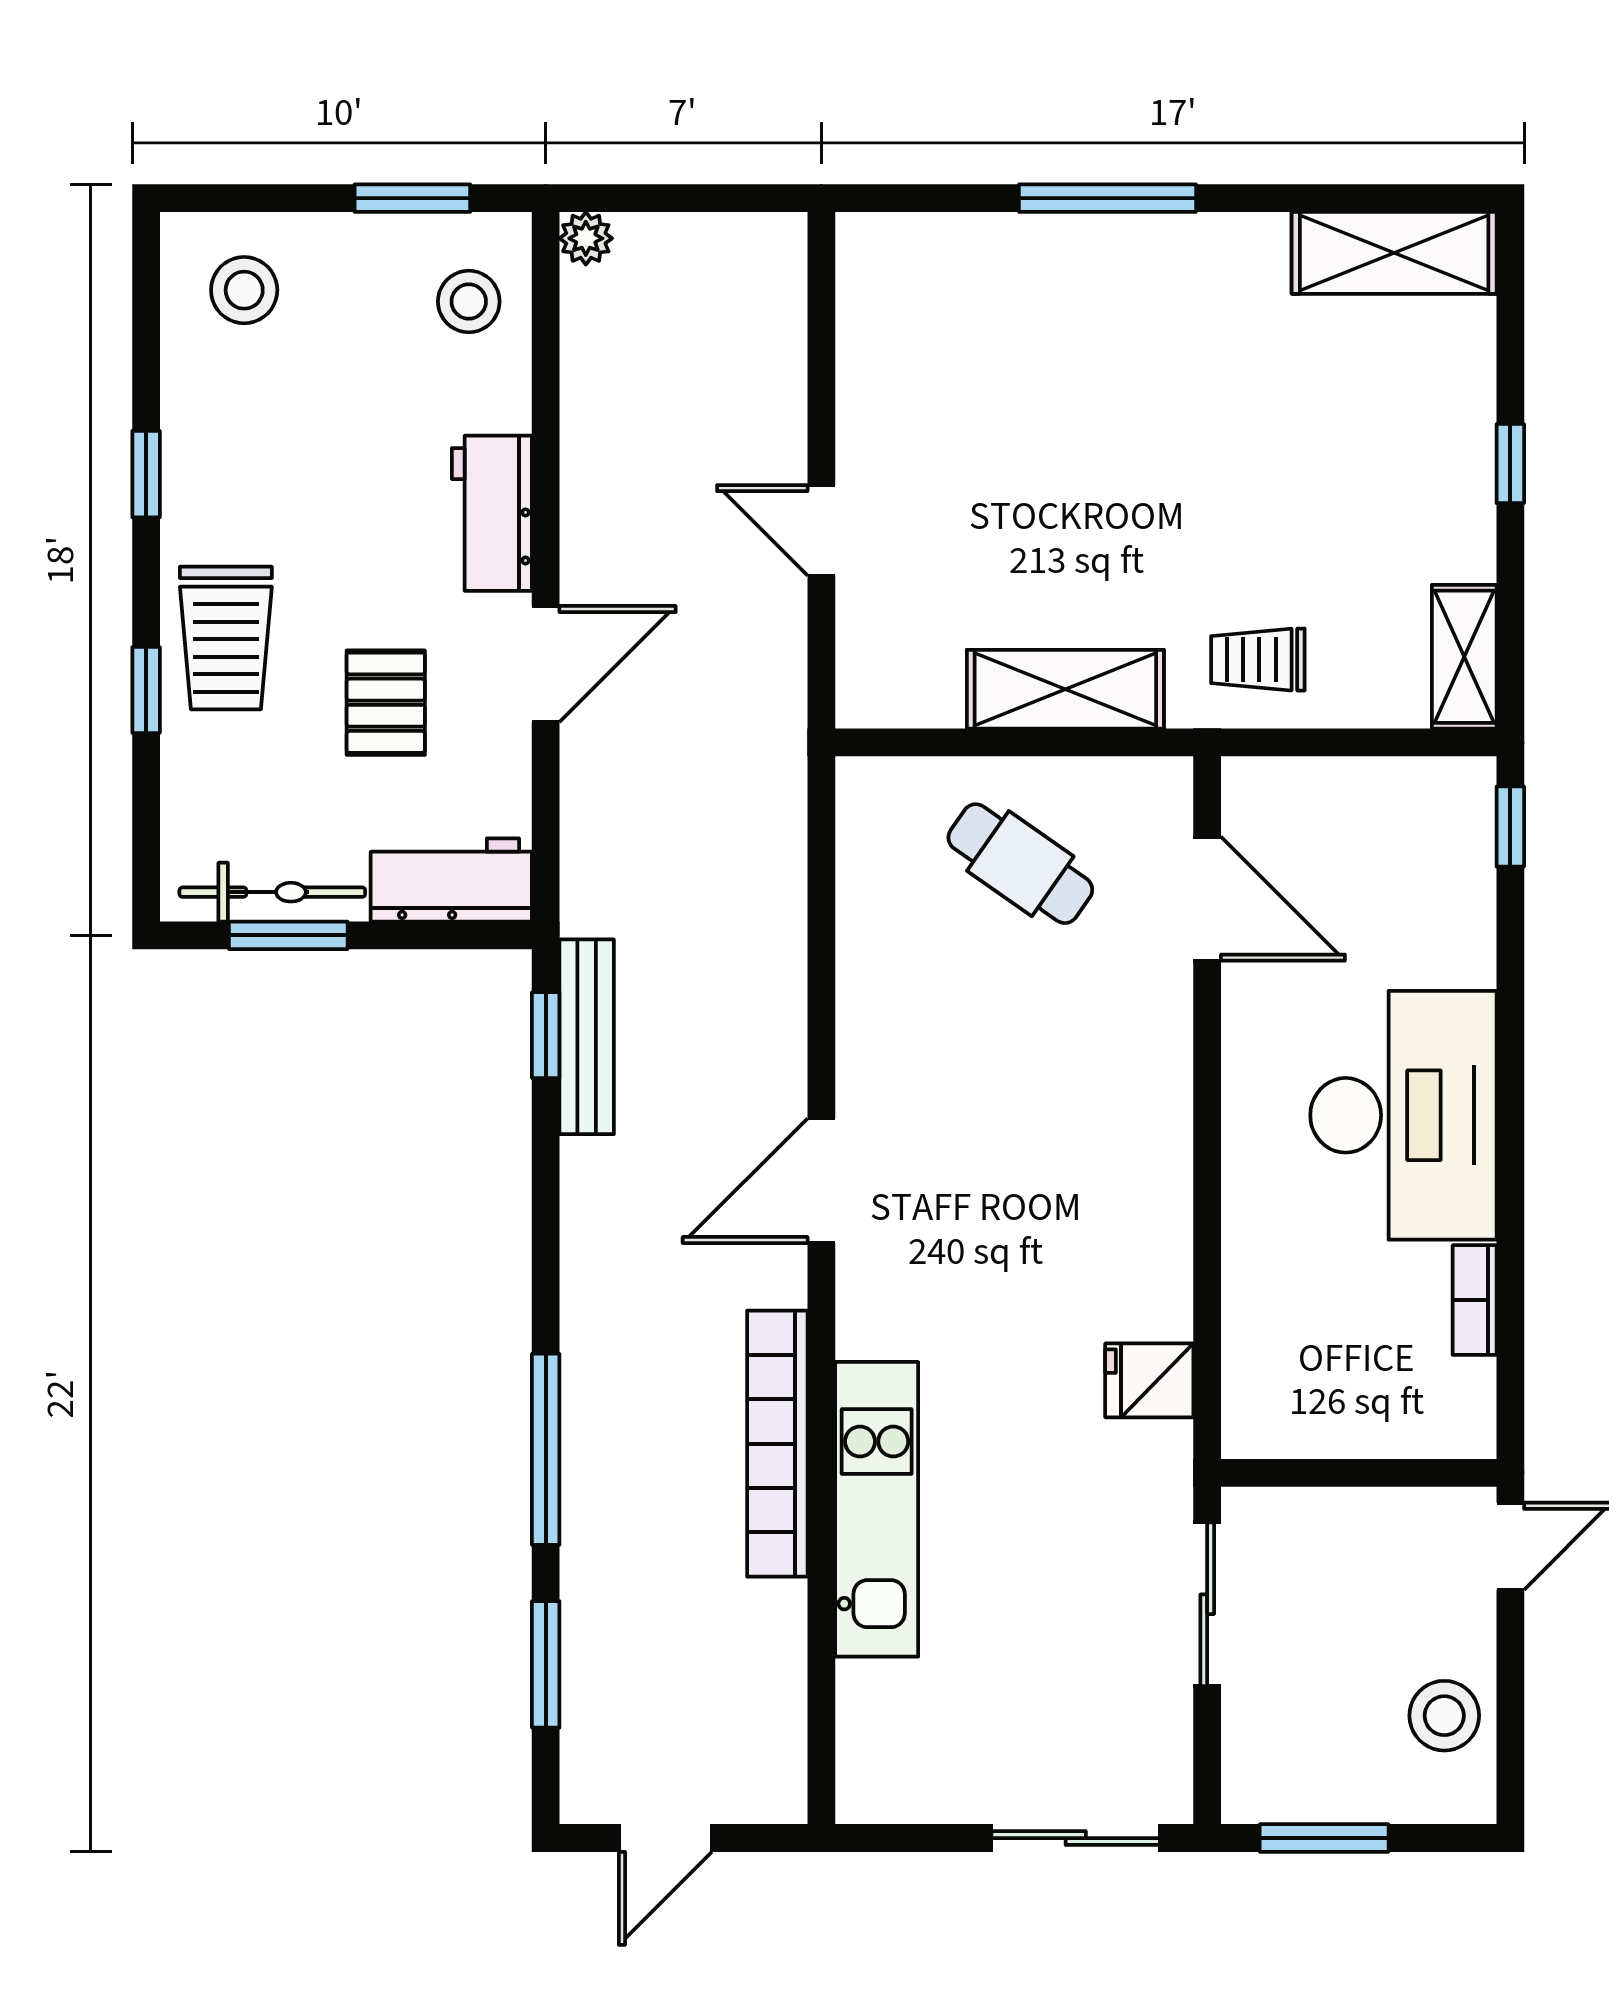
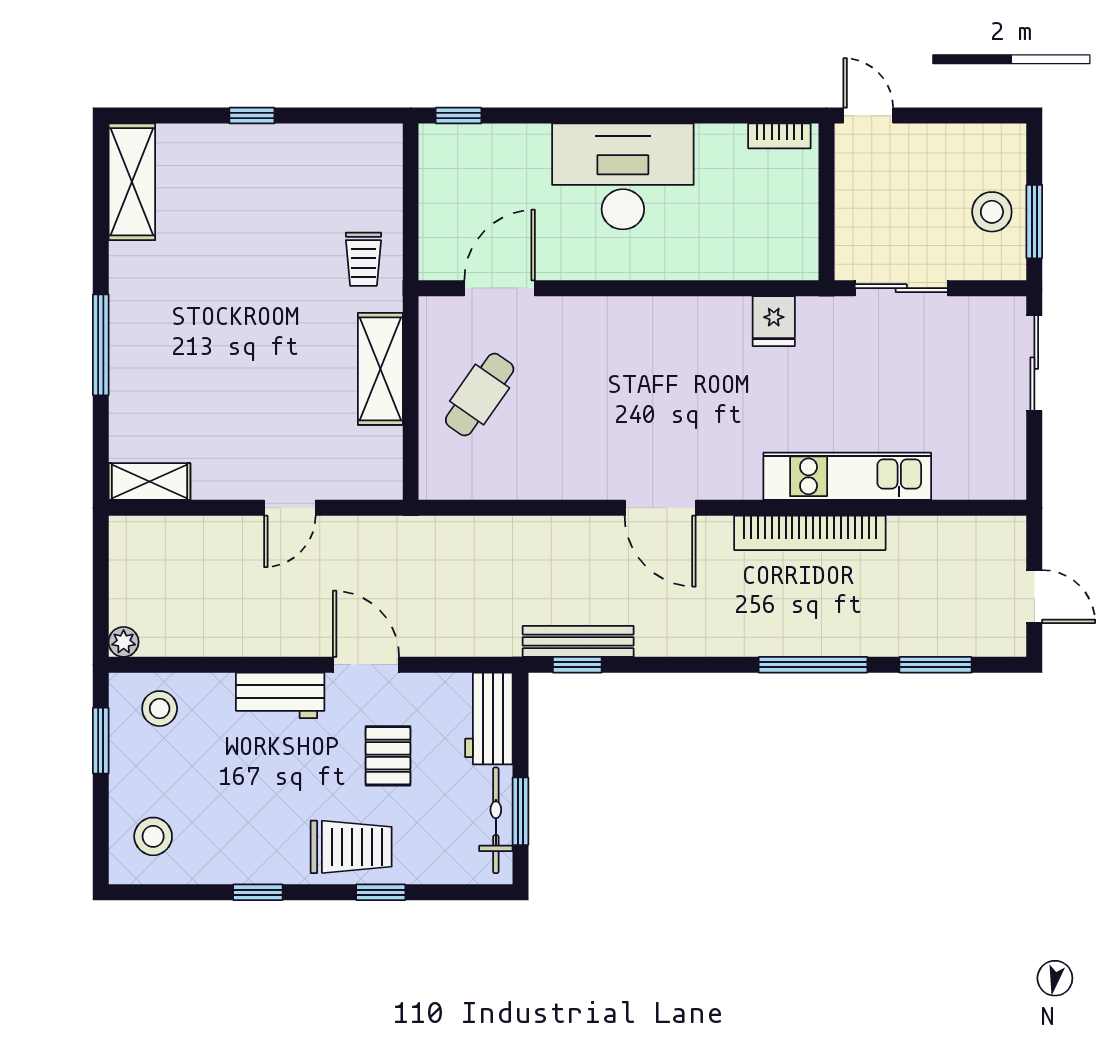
shelving: (1464, 657) -> (149, 482), moved
pallet: (386, 703) -> (388, 756), turned 90
bookcase: (1475, 1300) -> (779, 136), moved
stool: (1444, 1716) -> (992, 212), moved

